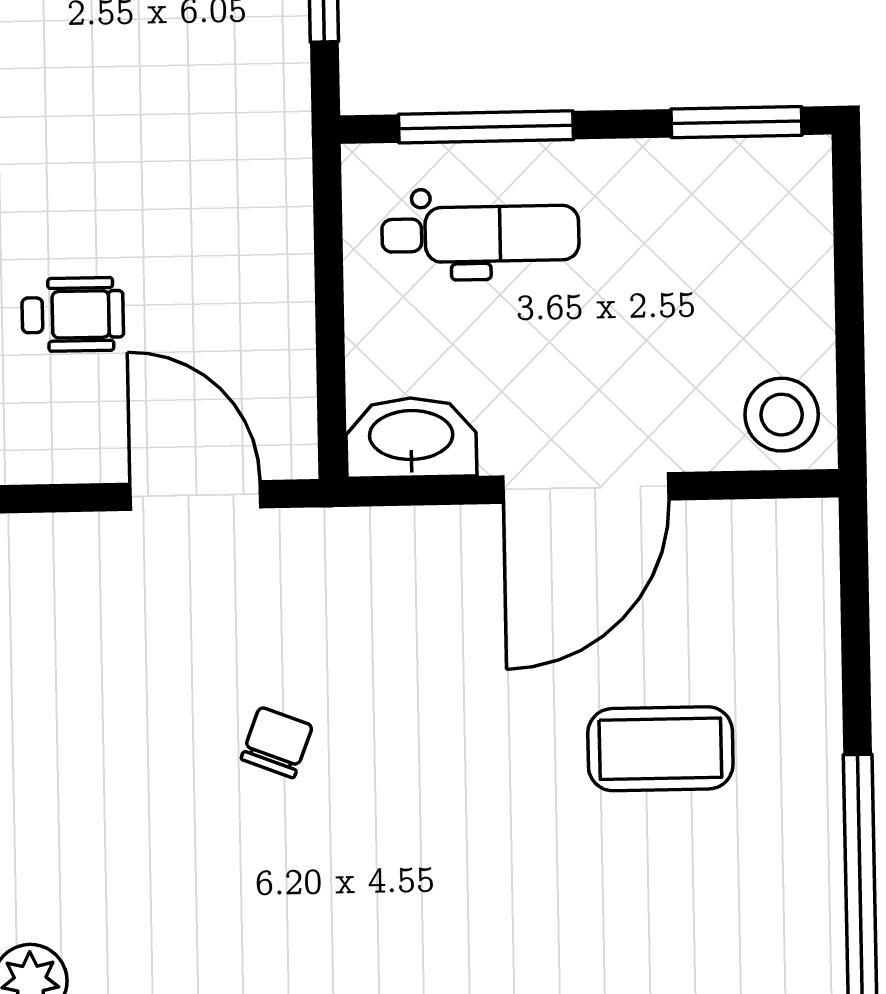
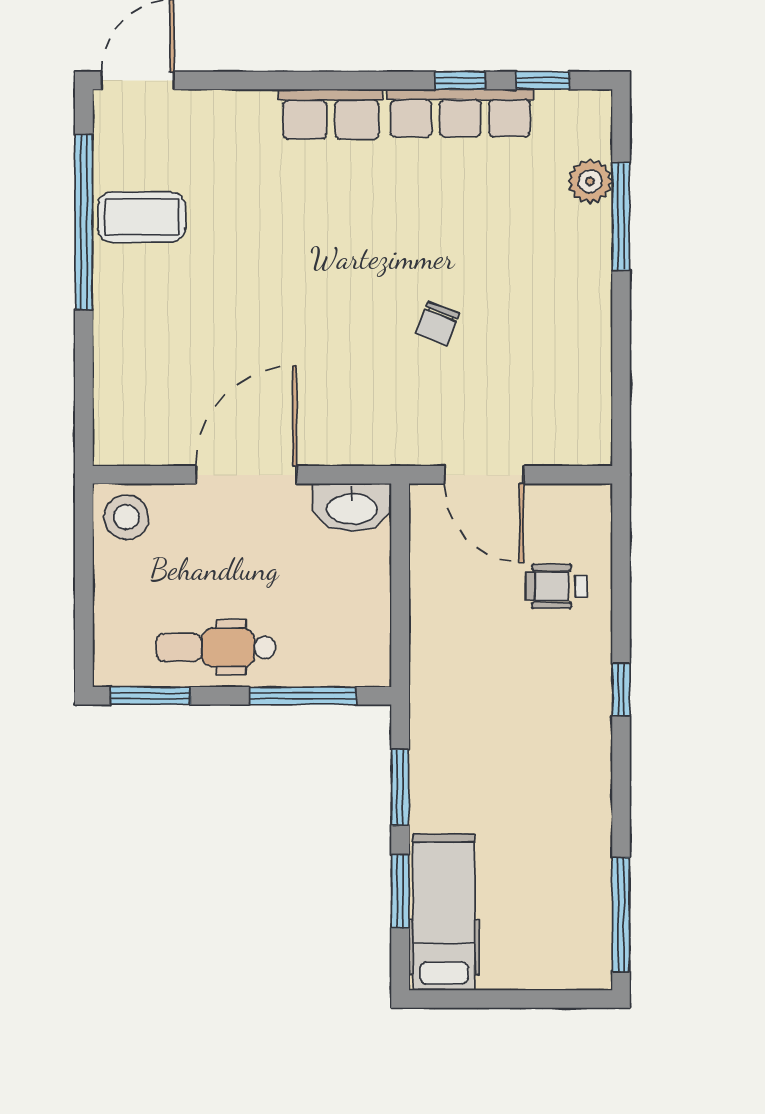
dental chair: (480, 234) -> (216, 647), moved
coffee table: (660, 749) -> (142, 217), moved

